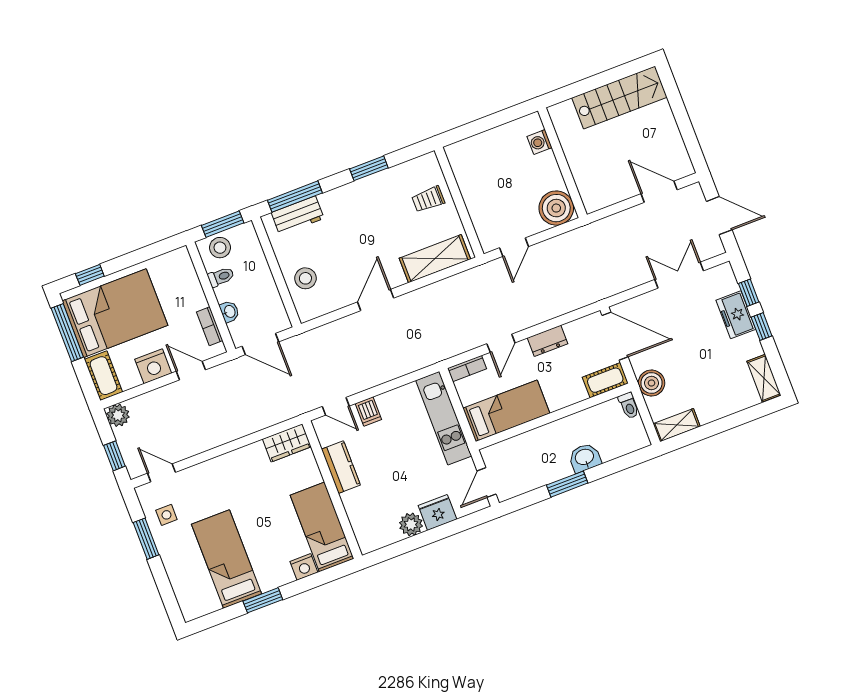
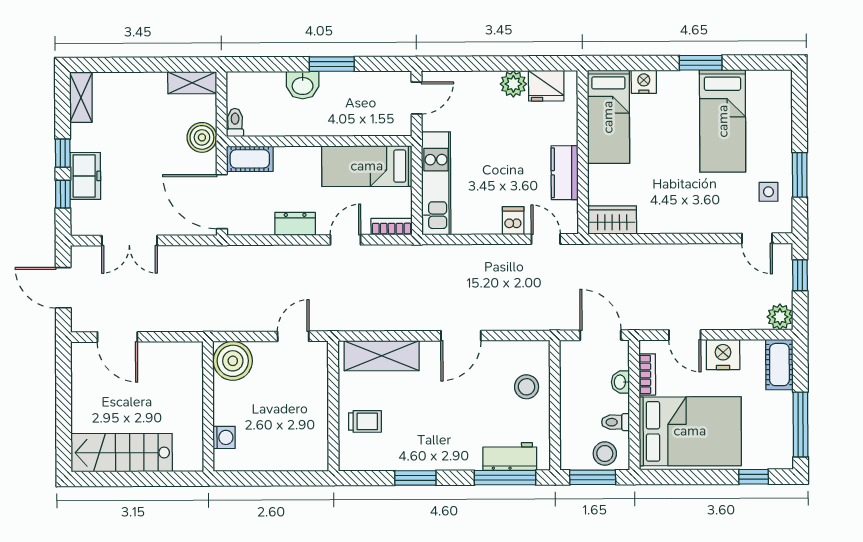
bed: (115, 313) -> (690, 431), moved, turned 180
fridge: (437, 512) -> (546, 86), moved

